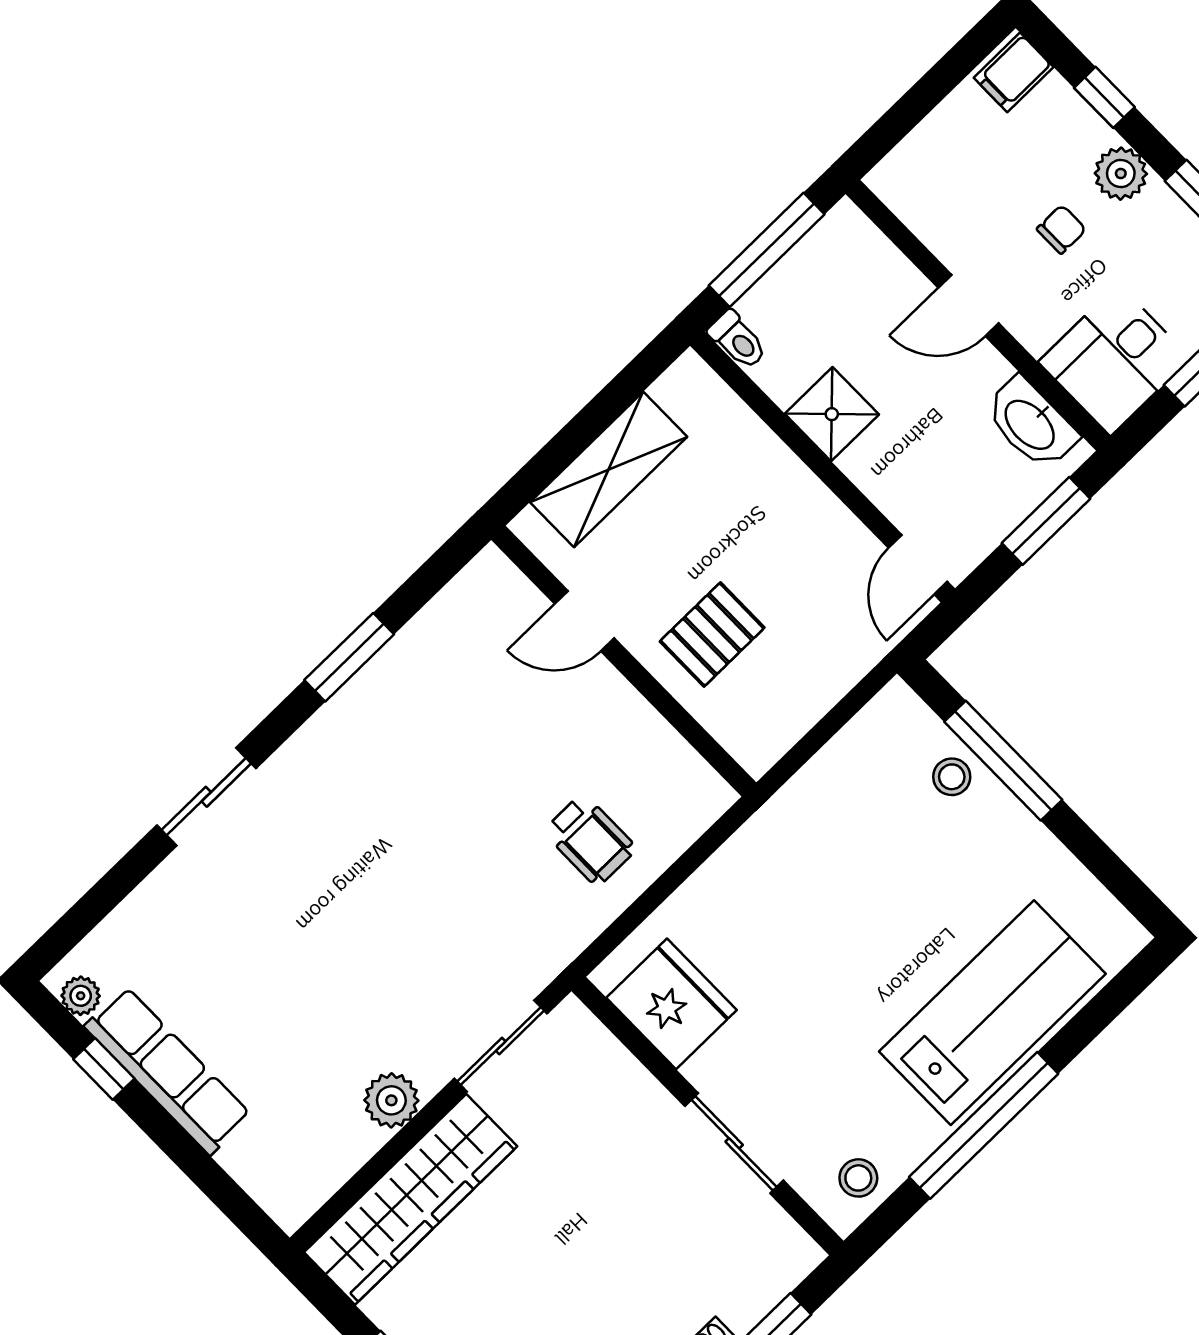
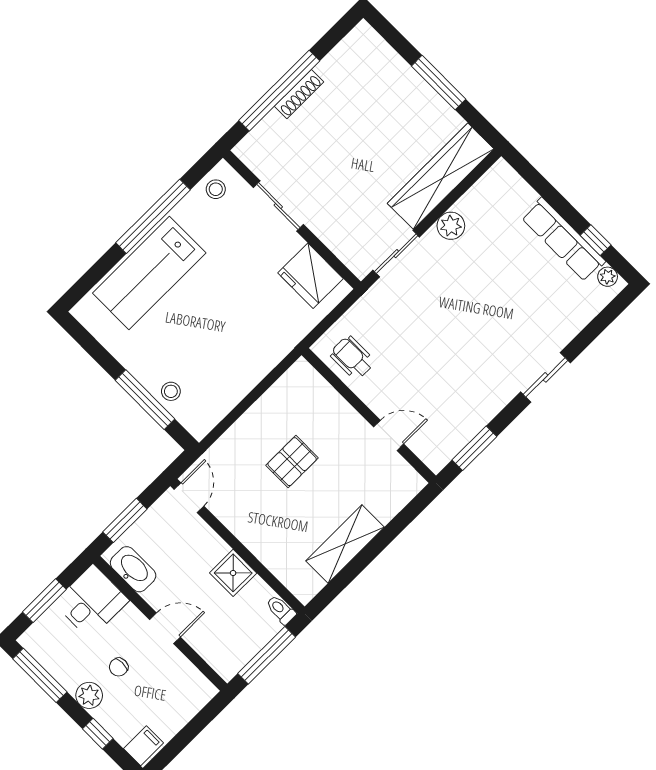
door: (585, 621) -> (389, 435), moved
wall: (624, 661) -> (369, 415), moved

